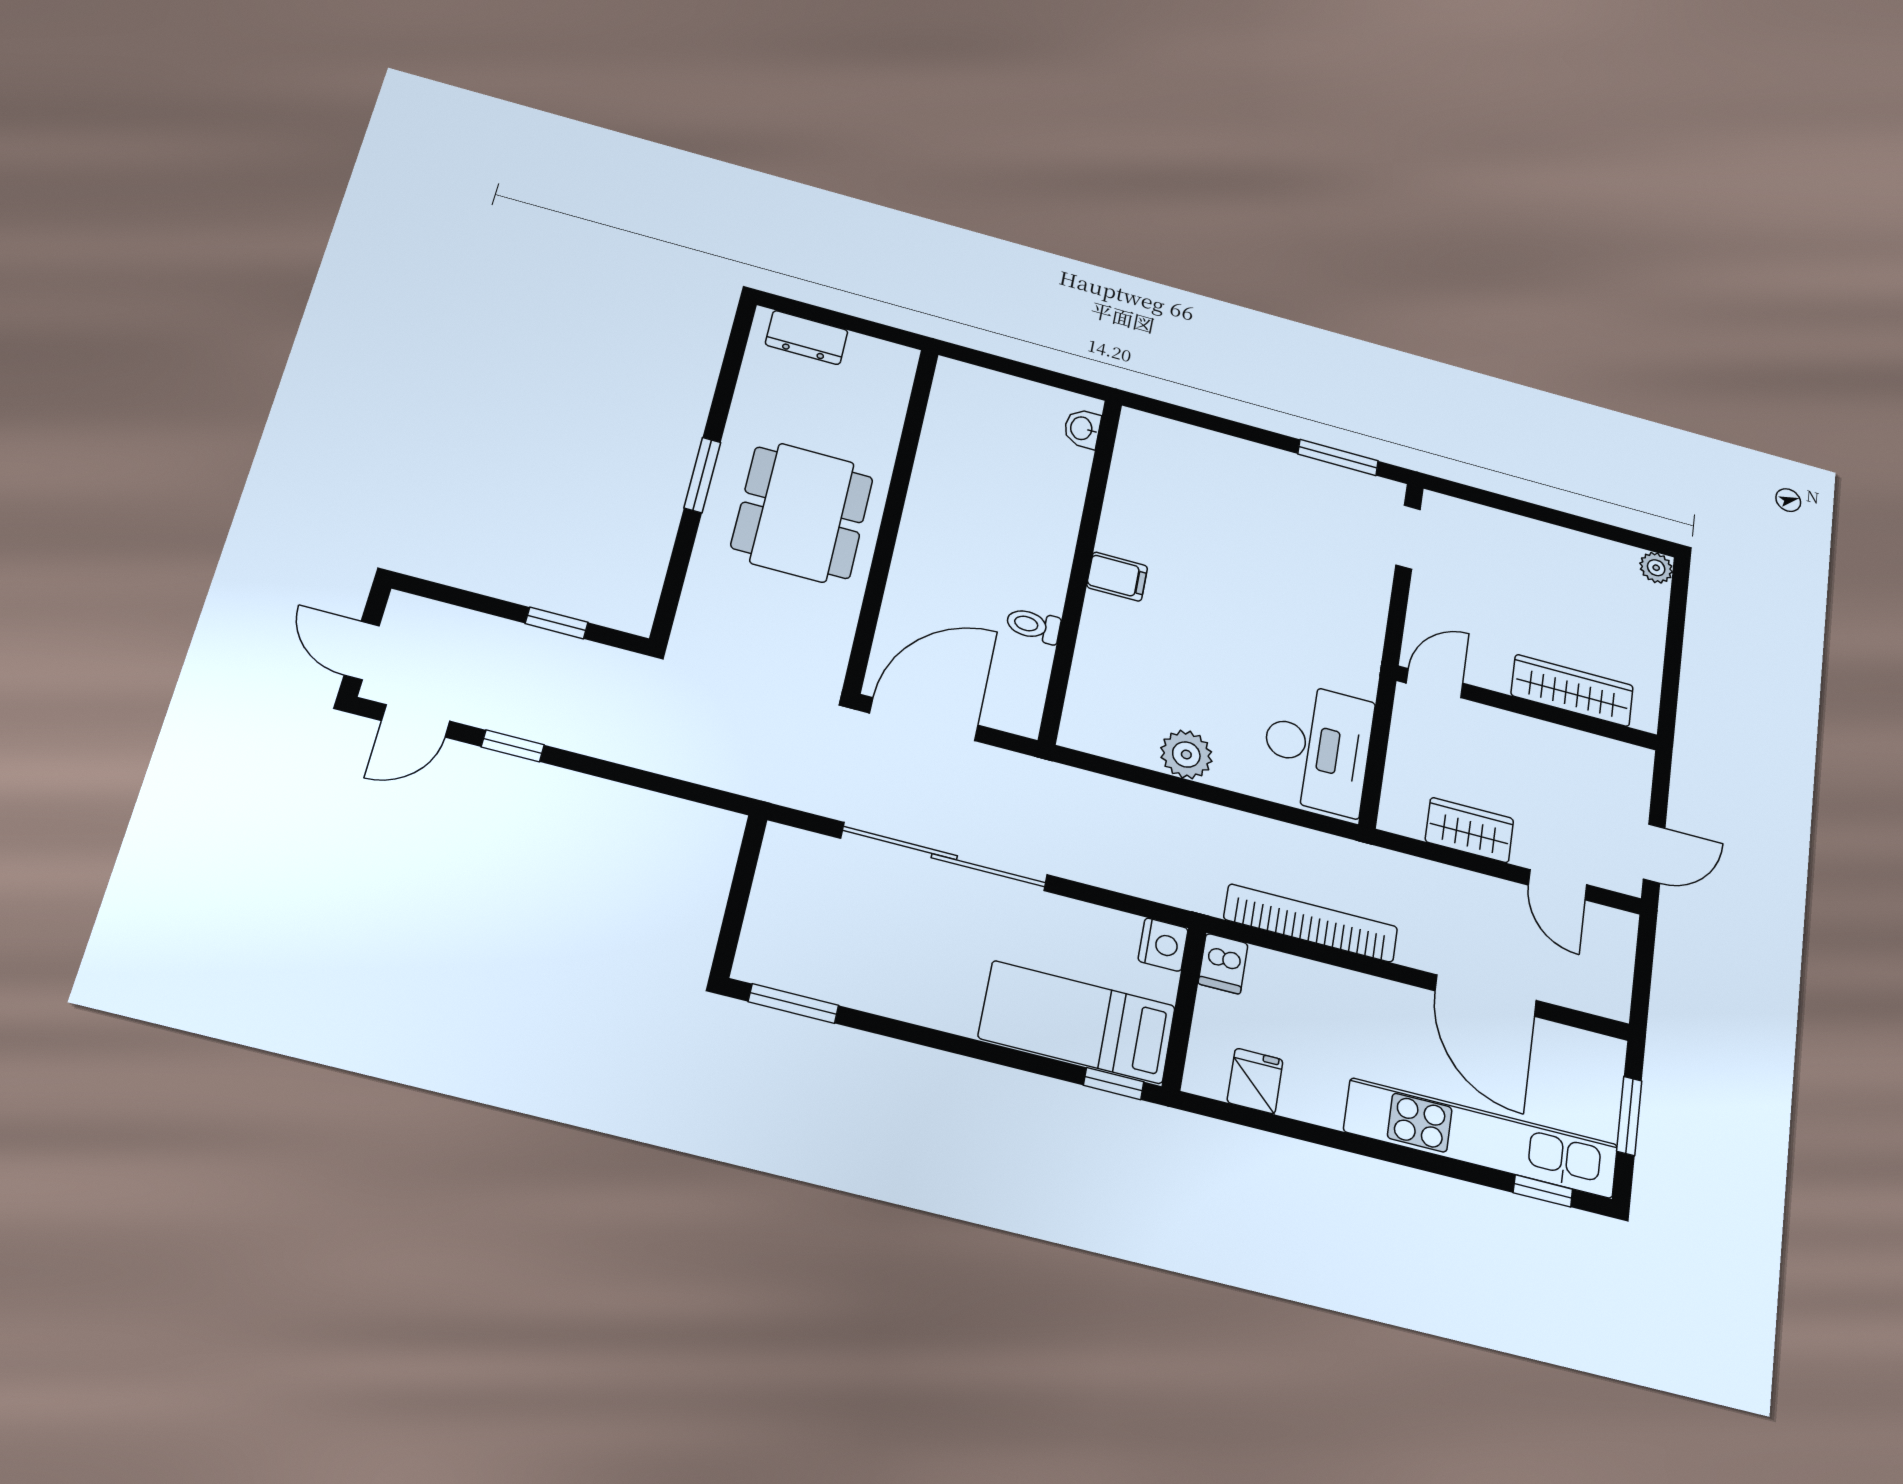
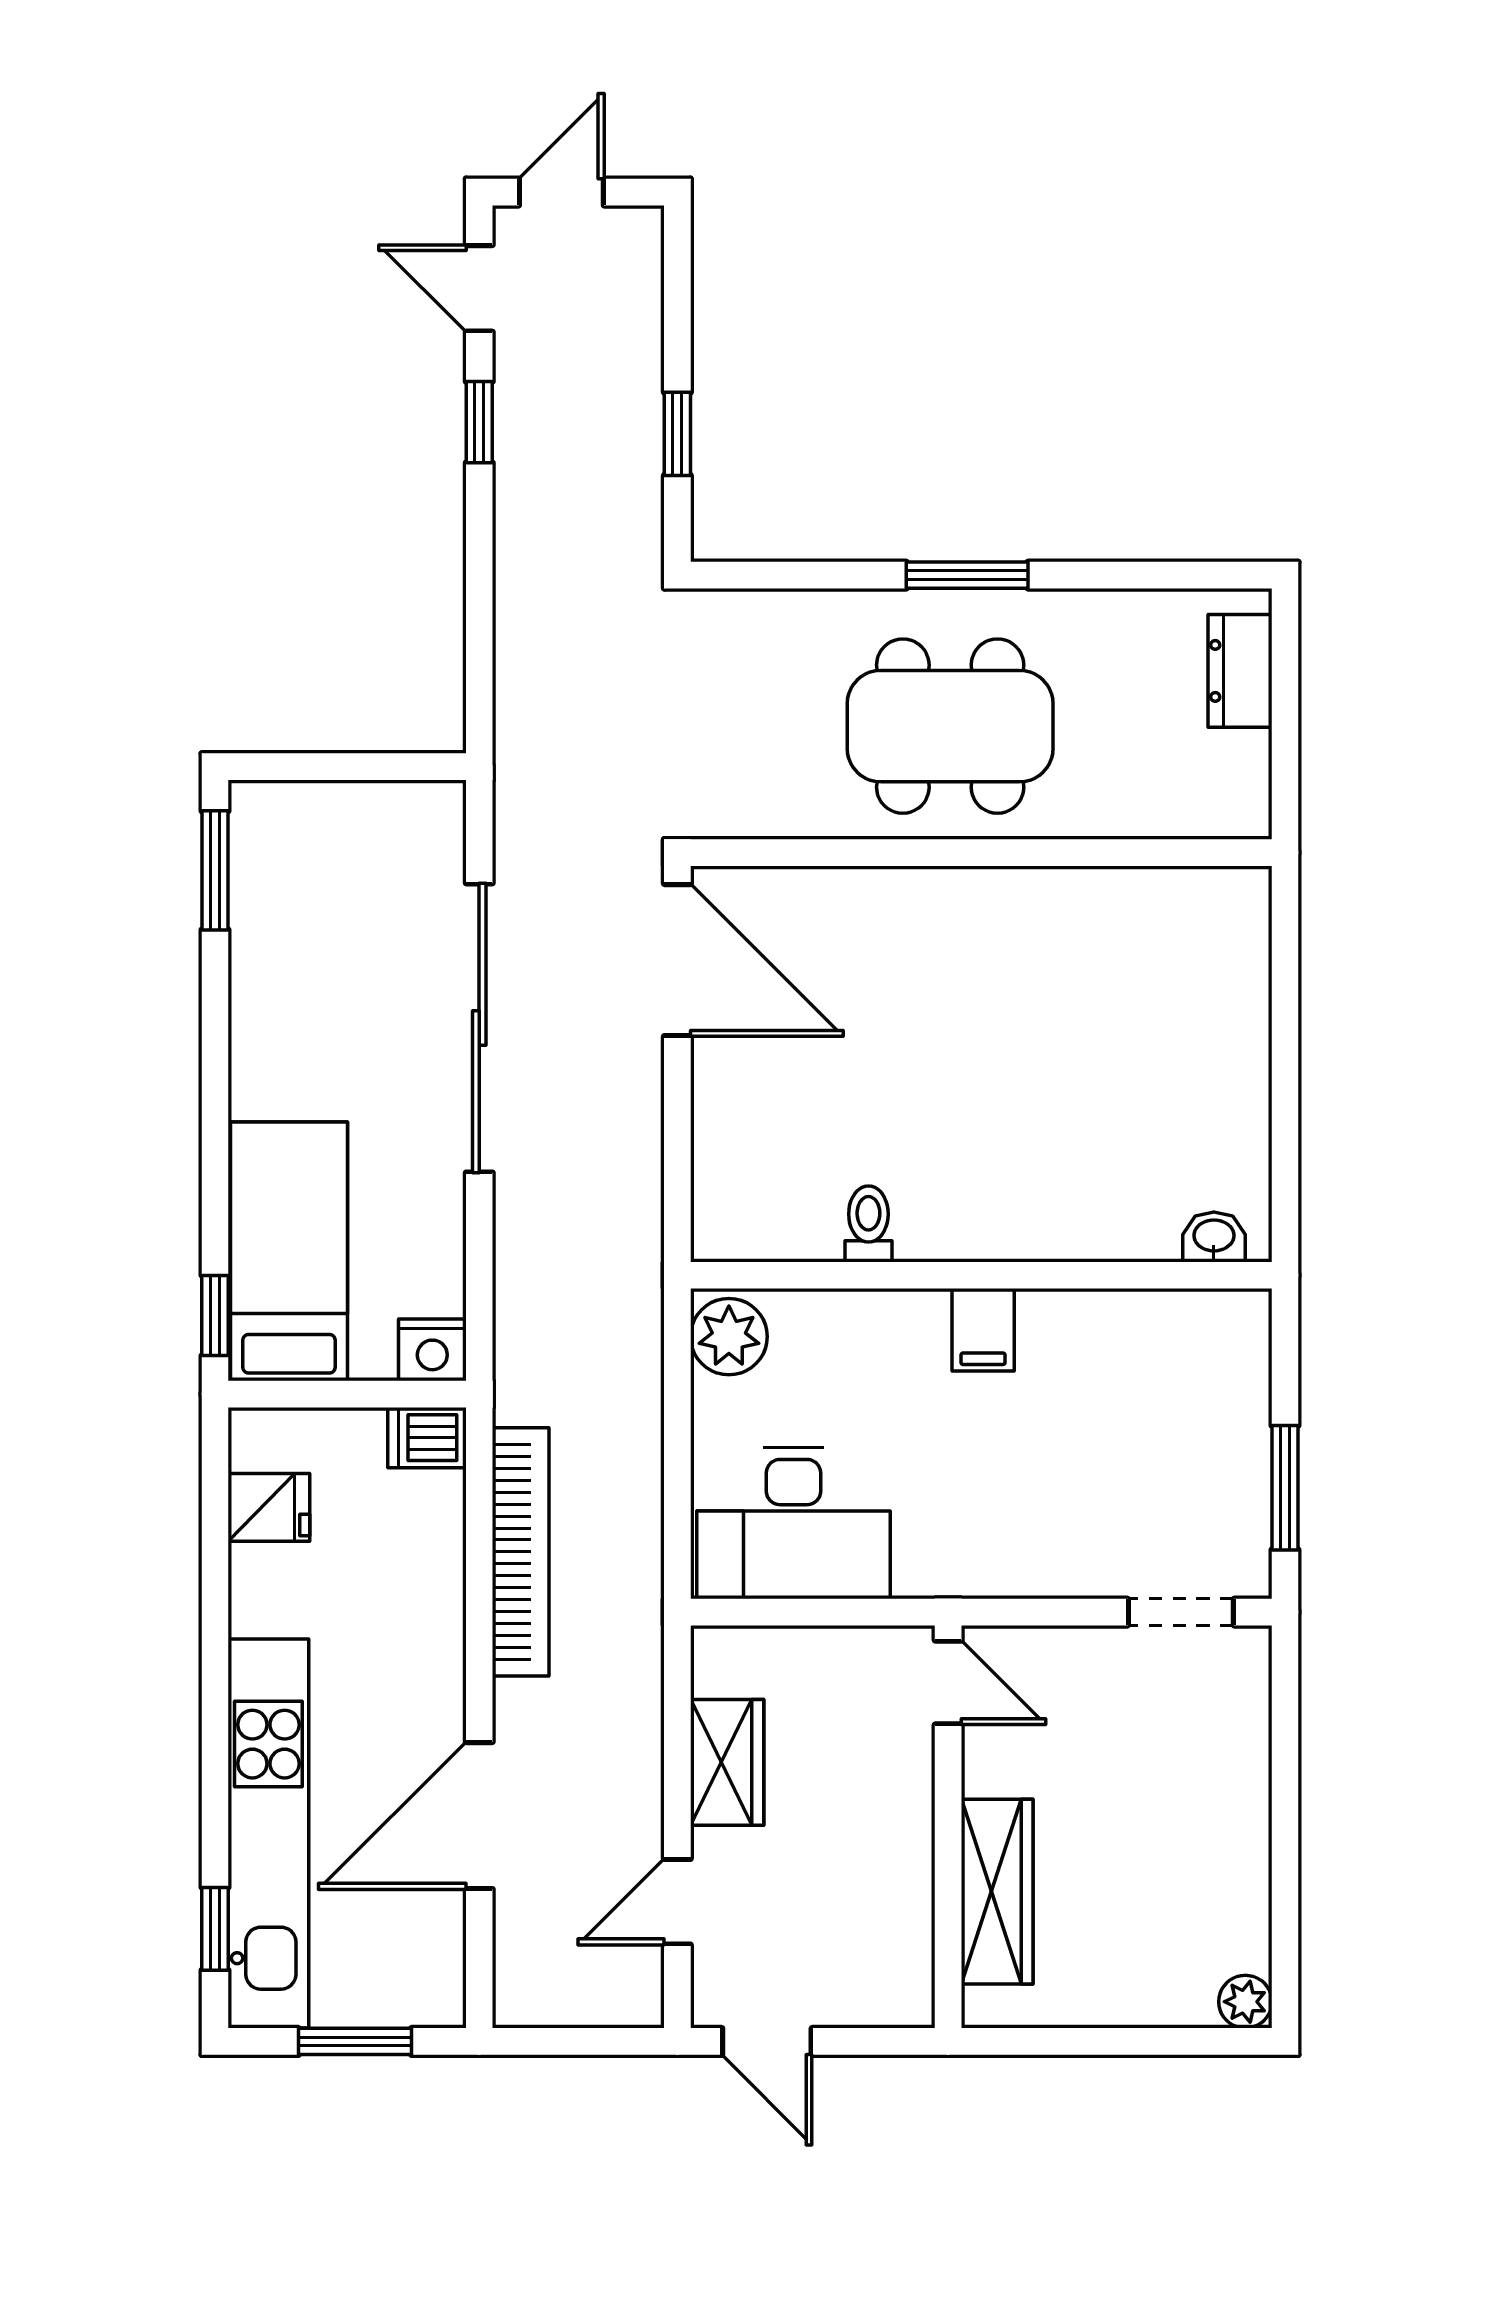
washbasin: (1082, 429) -> (1214, 1237), moved
wall: (1081, 568) -> (981, 1275), moved
filing cabinet: (1117, 577) -> (983, 1330), moved
toilet: (1033, 625) -> (868, 1224), moved

